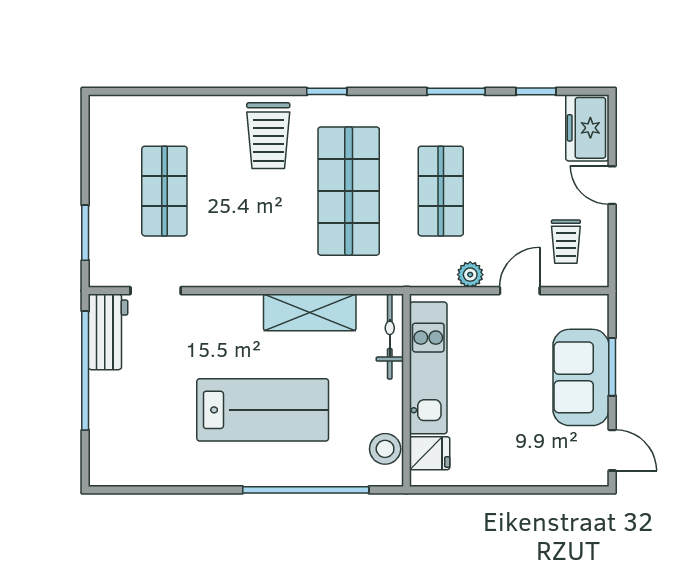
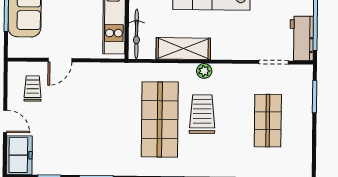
trolley: (268, 136) -> (202, 114), moved
shop shelf: (441, 191) -> (106, 119), removed
plant: (470, 275) -> (204, 71), moved

